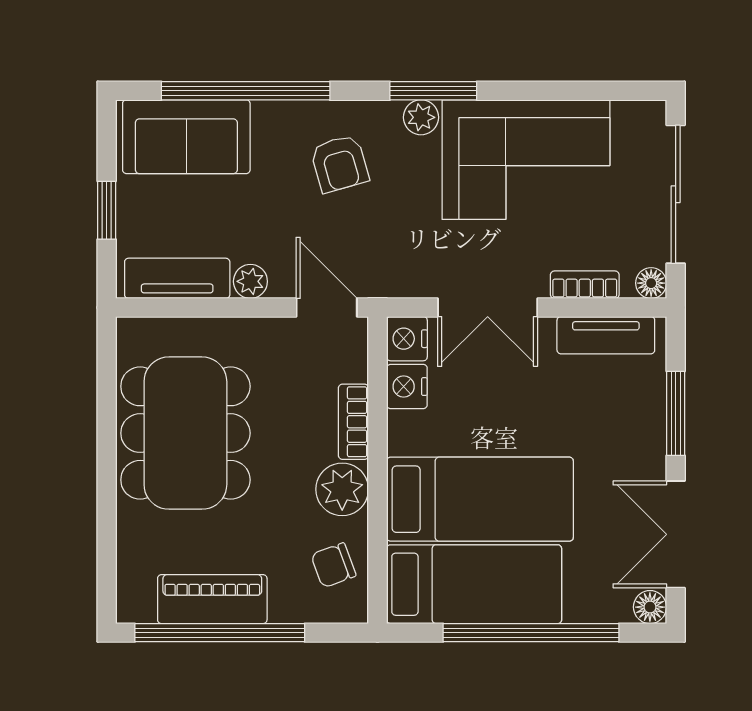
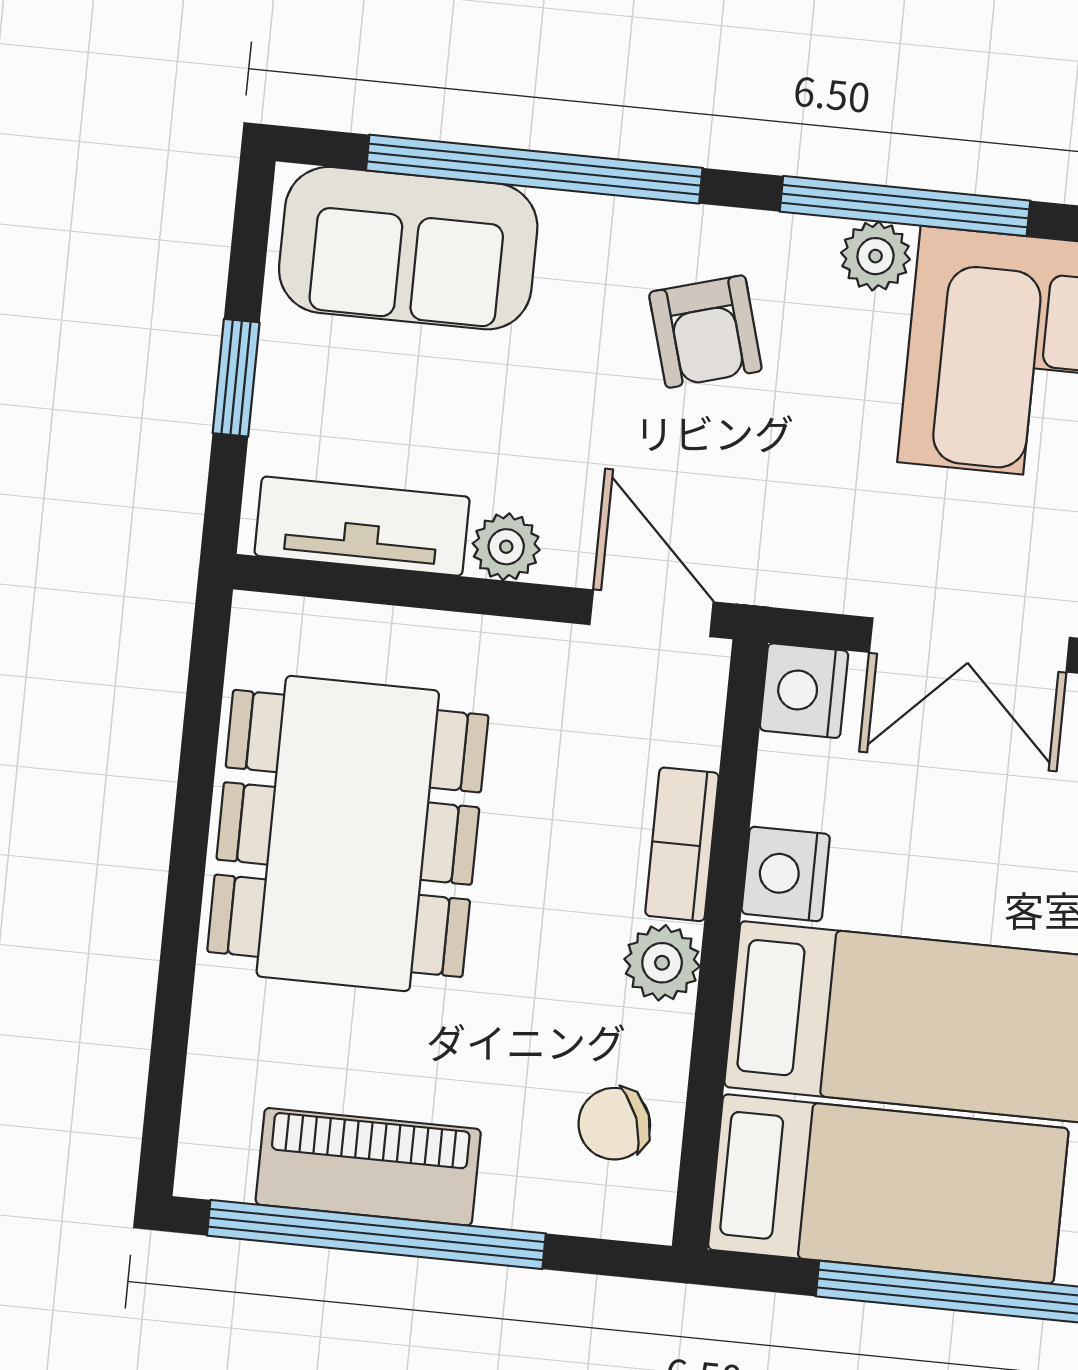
window: (433, 91) -> (905, 206), width x1.44
nightstand: (407, 387) -> (786, 874), moved
plant: (342, 489) -> (662, 963), width x0.73, depth x0.73

